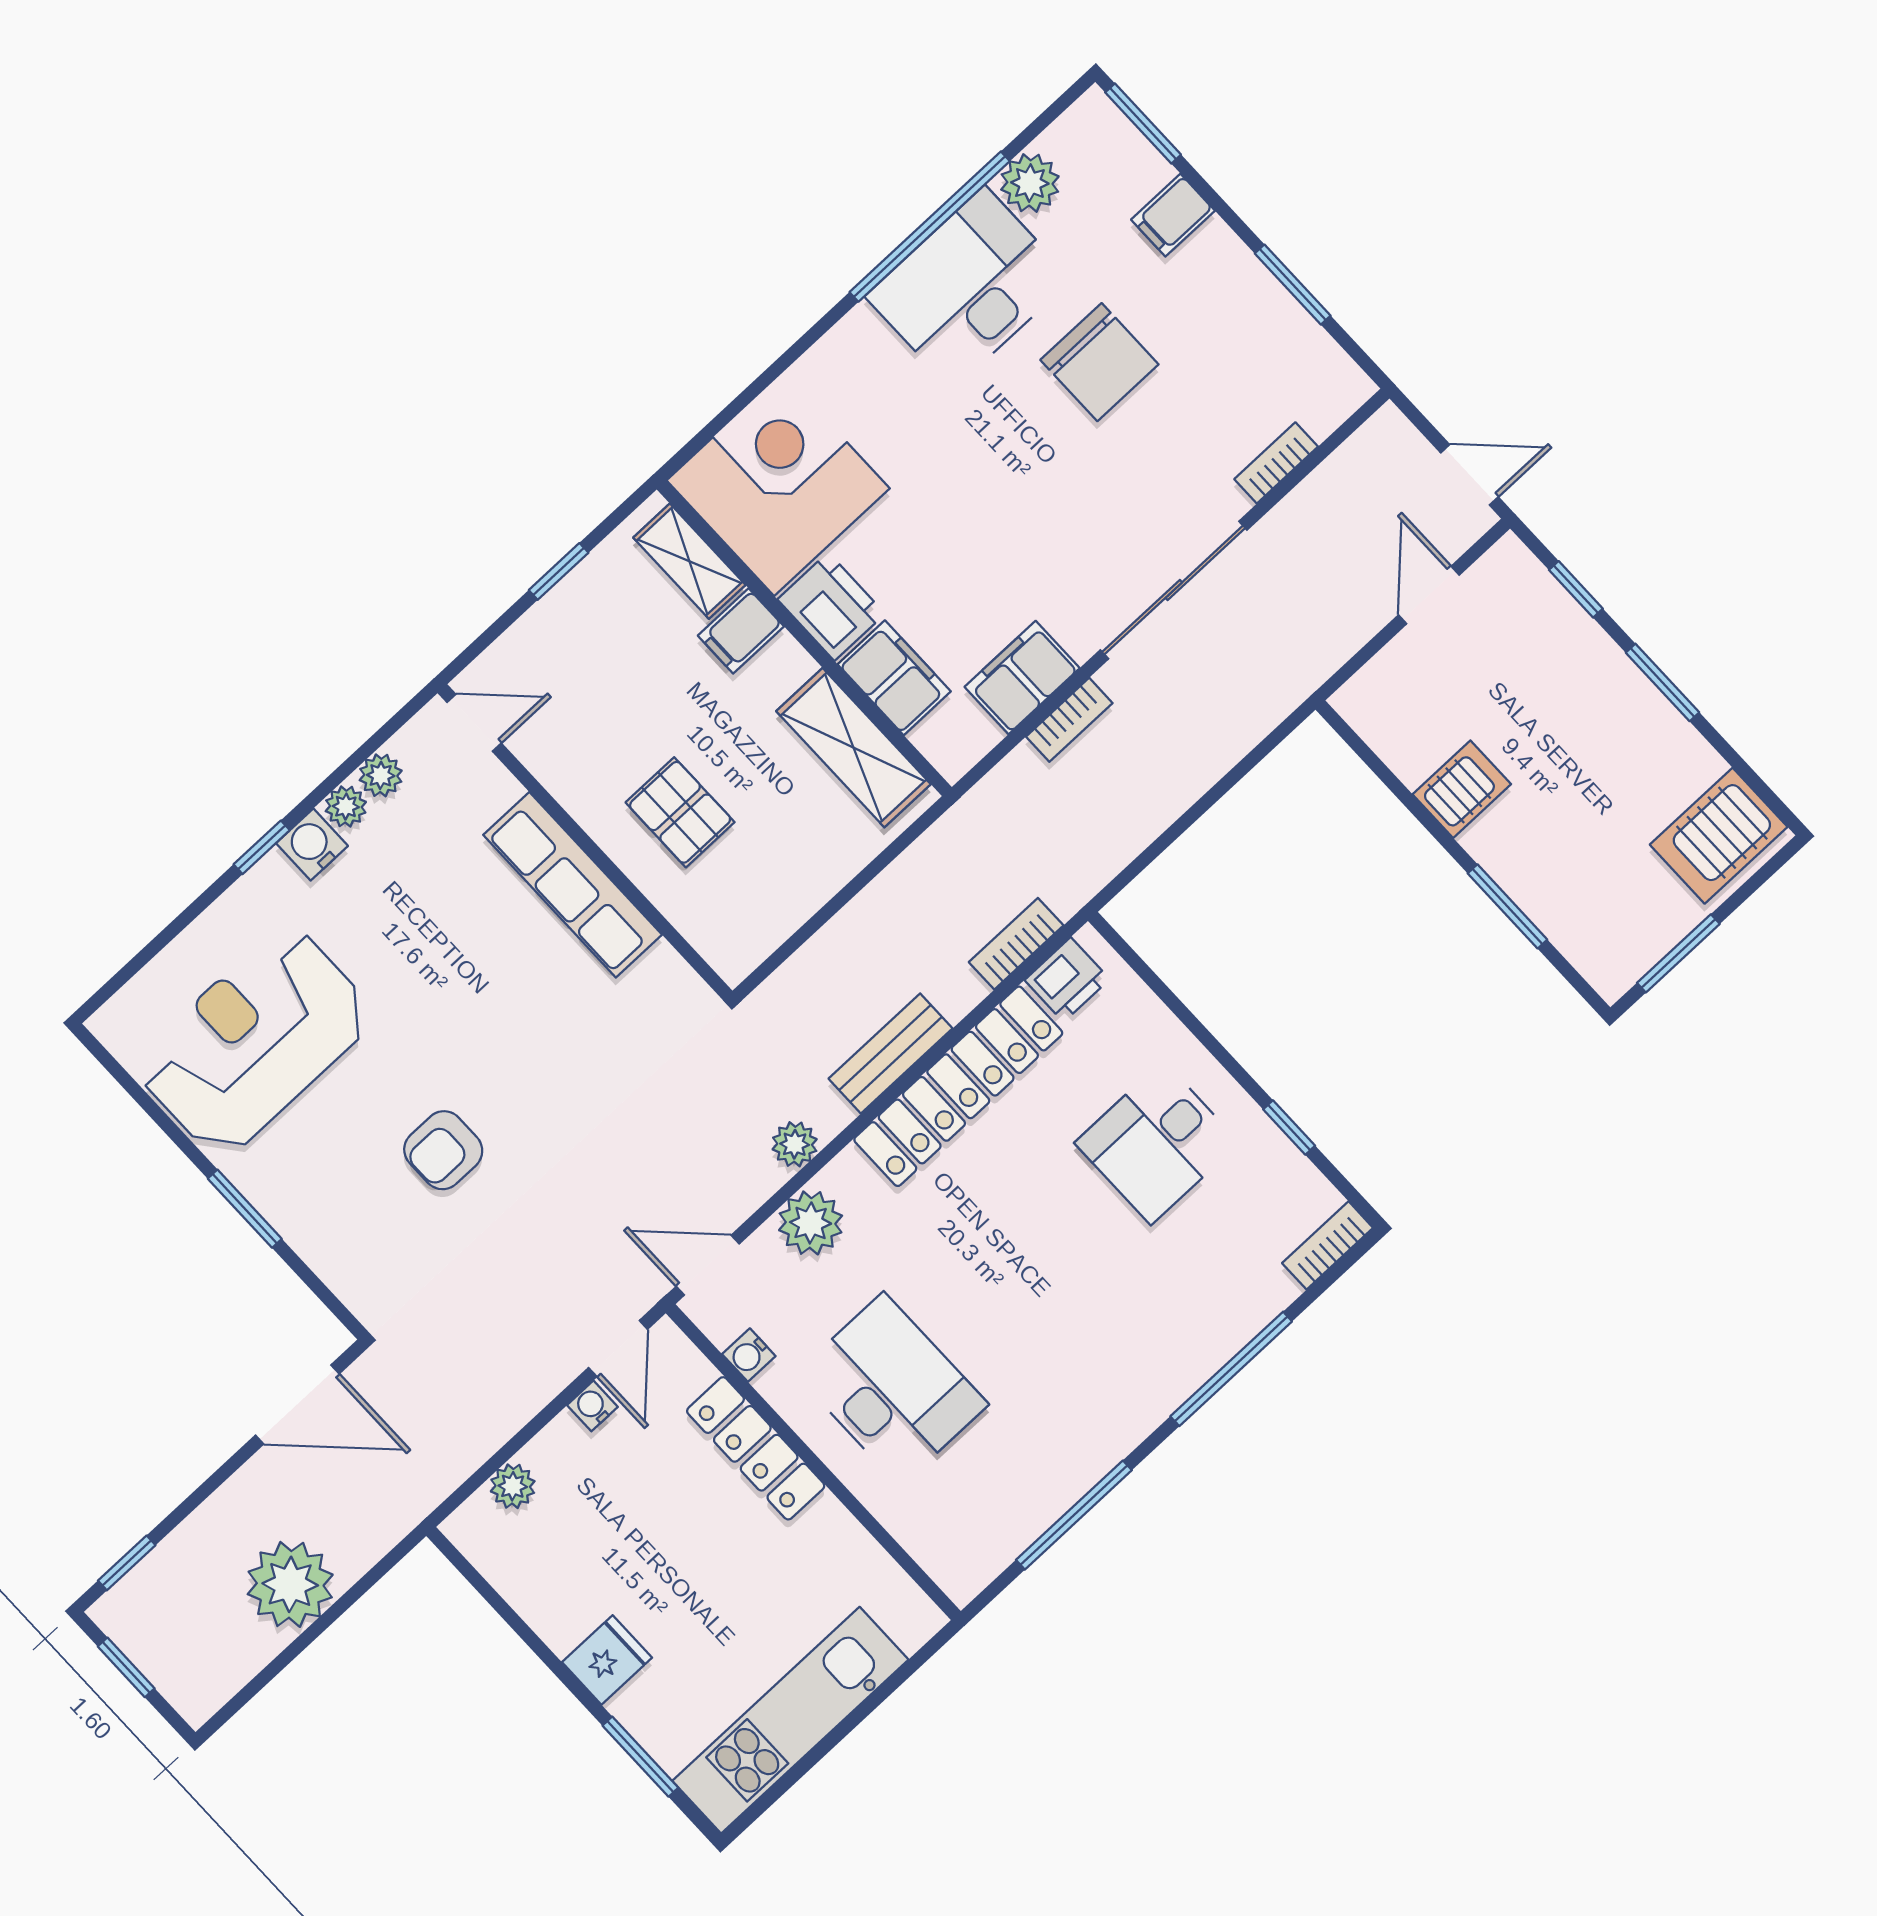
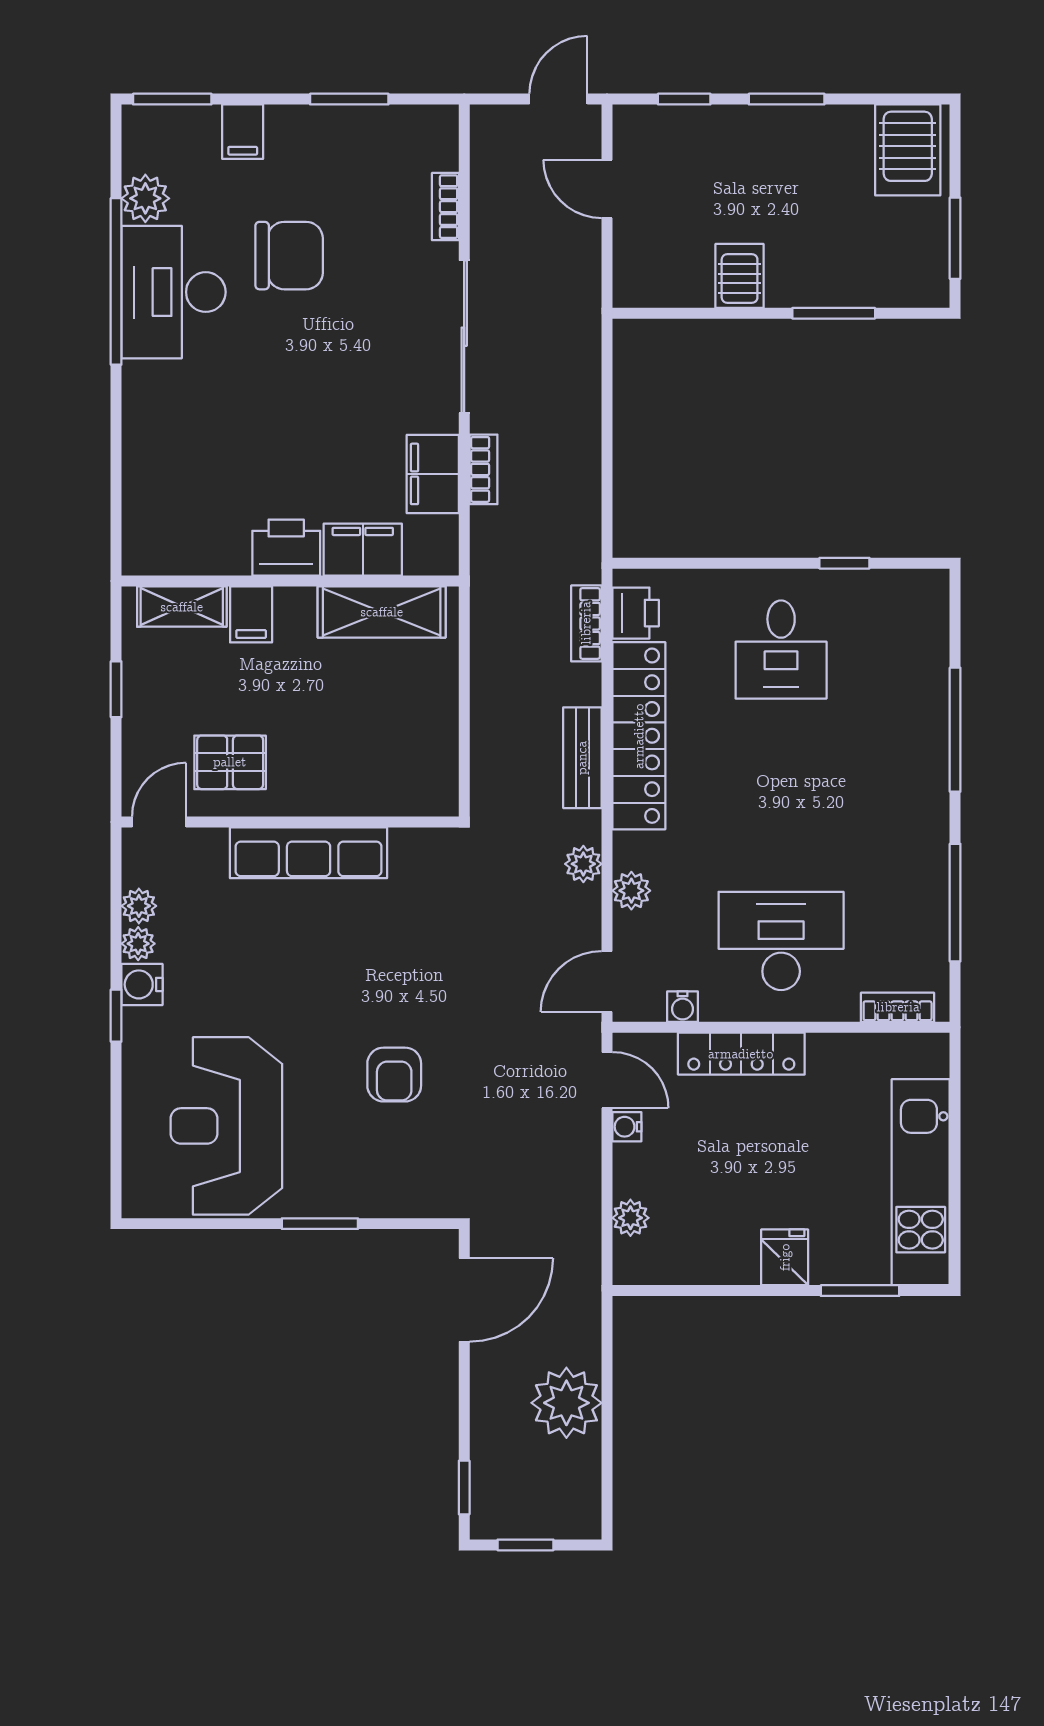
corner desk: (778, 484) -> (185, 512), removed
pallet: (680, 812) -> (230, 762), moved
plant: (811, 1223) -> (631, 891), width x0.73, depth x0.73
bookcase: (1328, 1245) -> (898, 1007), moved, turned 90

